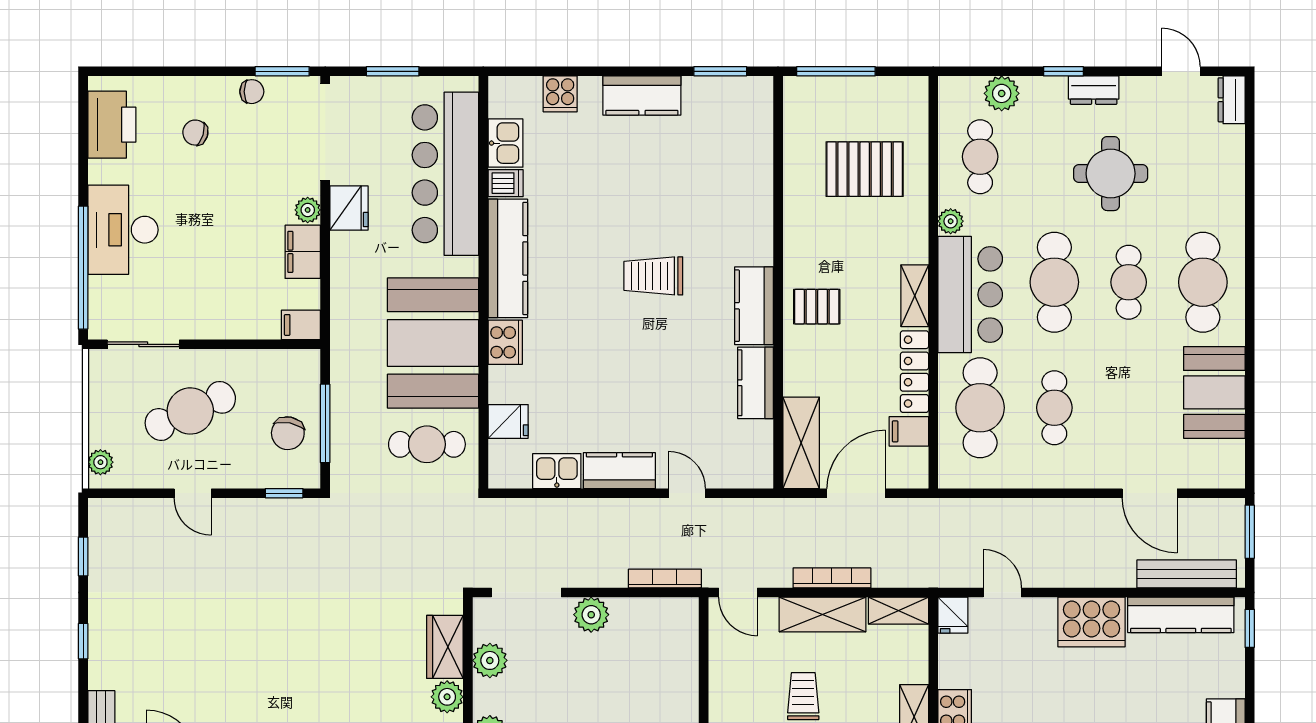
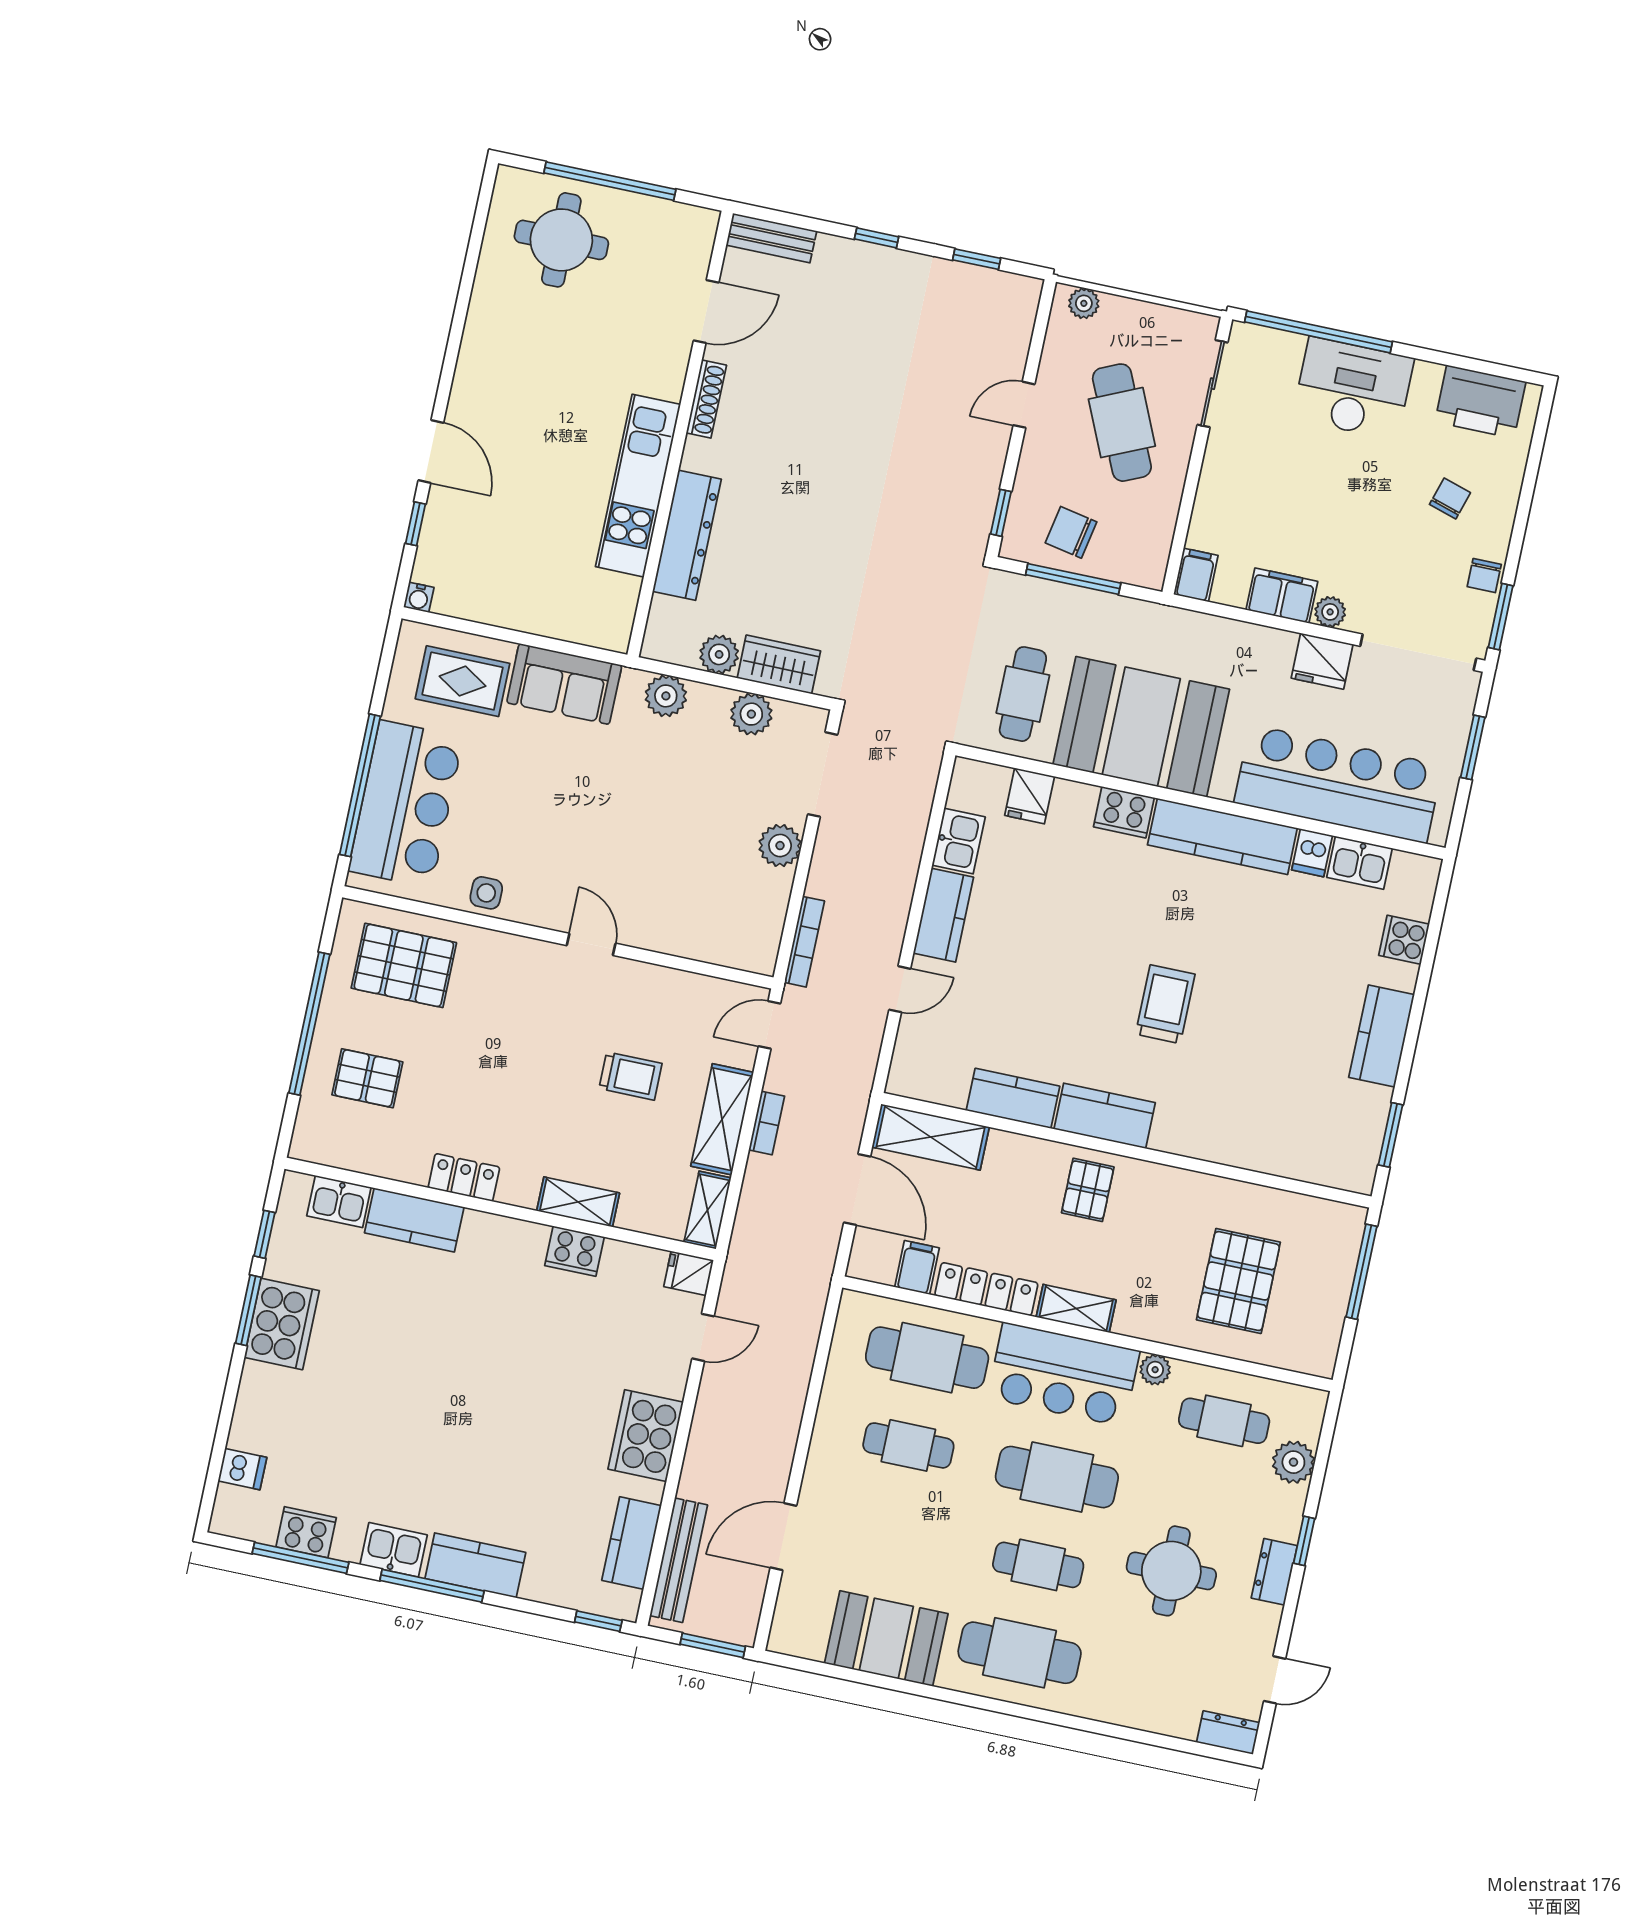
bookcase: (832, 578) -> (767, 1123), width x0.64
kitchen counter: (1181, 615) -> (632, 1543), width x0.67

